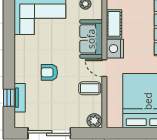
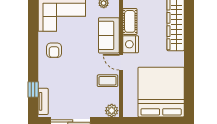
armchair: (49, 72) -> (54, 50), moved, turned -90
tv unit: (20, 98) -> (43, 101), moved

